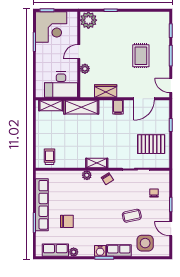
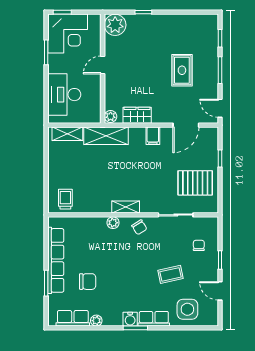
plant: (85, 69) -> (111, 116), moved
desk: (61, 85) -> (64, 95), moved, turned 90

